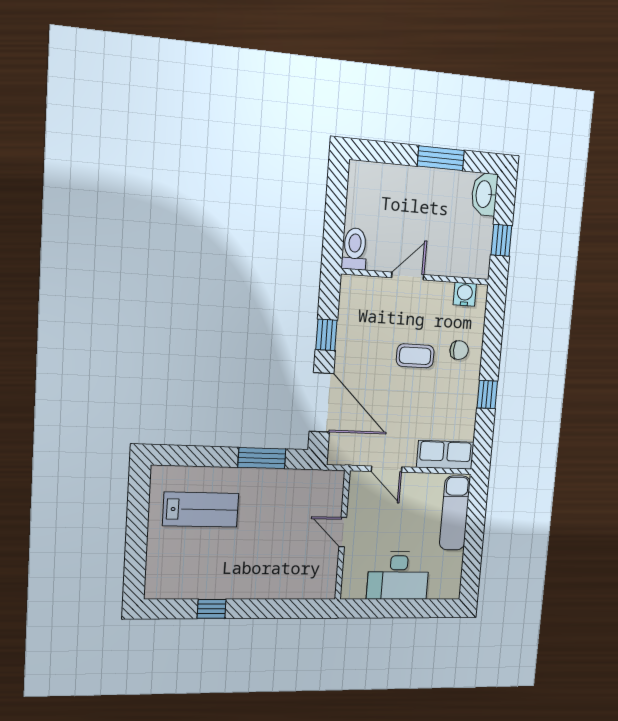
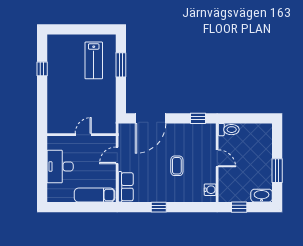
window: (326, 335) -> (198, 118), moved
chair: (459, 350) -> (181, 189), removed
window: (262, 458) -> (121, 65), moved

